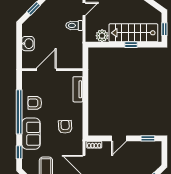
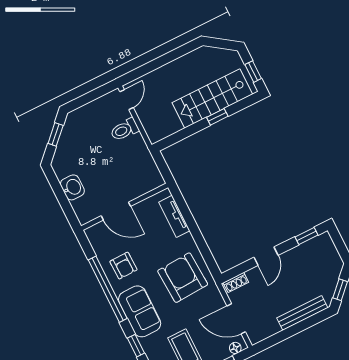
plant: (102, 36) -> (170, 125), removed
door: (46, 70) -> (116, 211), swing flipped
armchair: (35, 103) -> (123, 266), turned -91
armchair: (65, 127) -> (183, 278), width x1.88, depth x1.88

